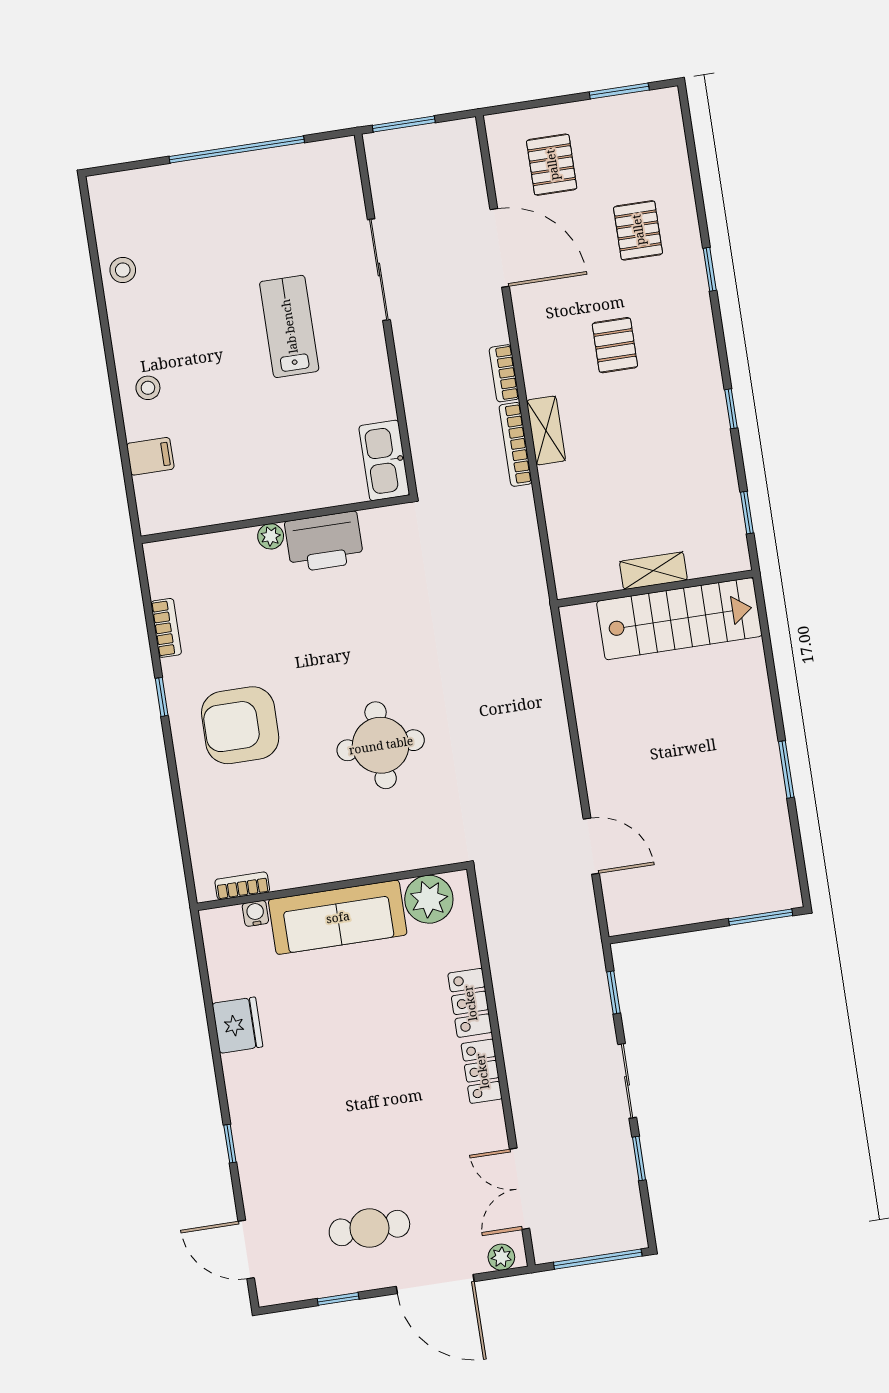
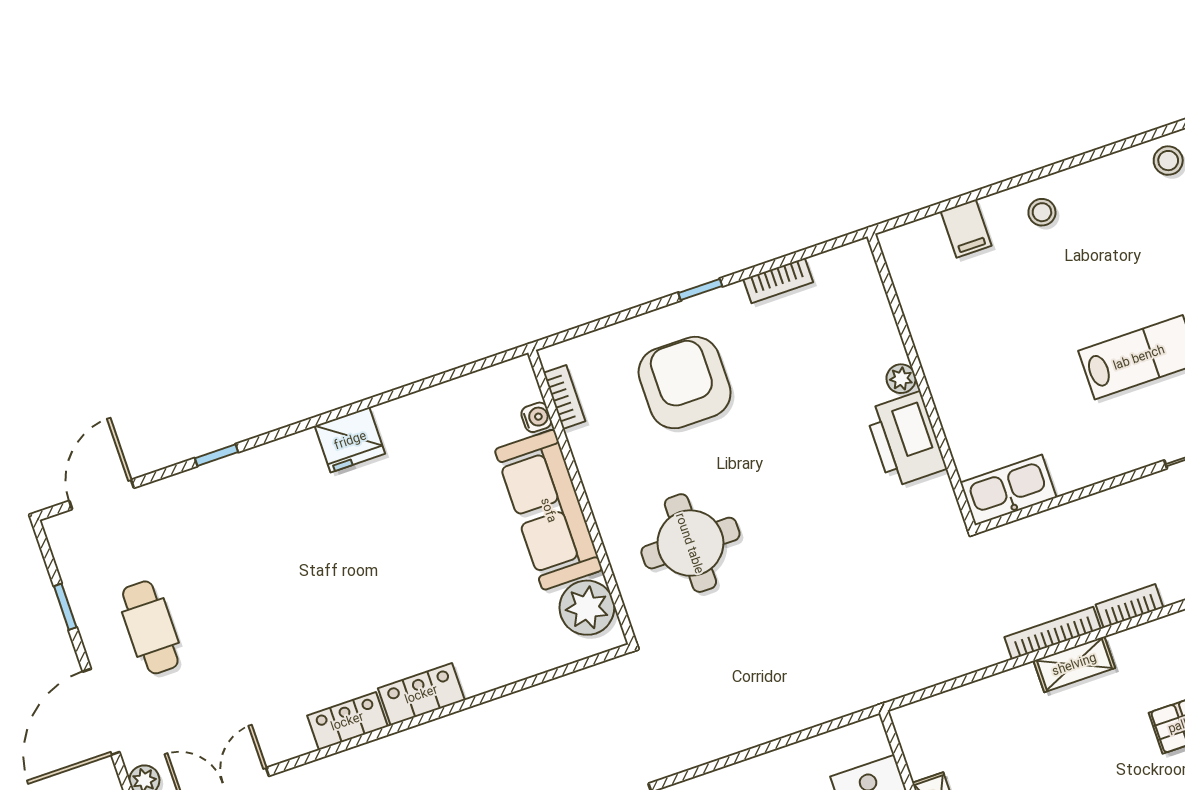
bookcase: (242, 886) -> (564, 397), moved
wall: (332, 886) -> (582, 497), moved
plant: (429, 899) -> (587, 608), moved
water cooler: (255, 913) -> (536, 417), moved
sofa: (338, 917) -> (549, 510), moved

